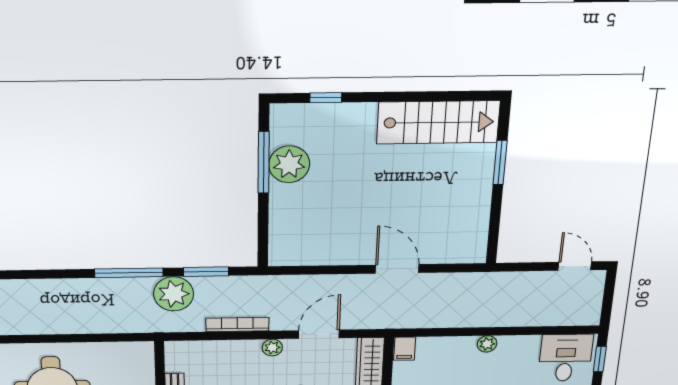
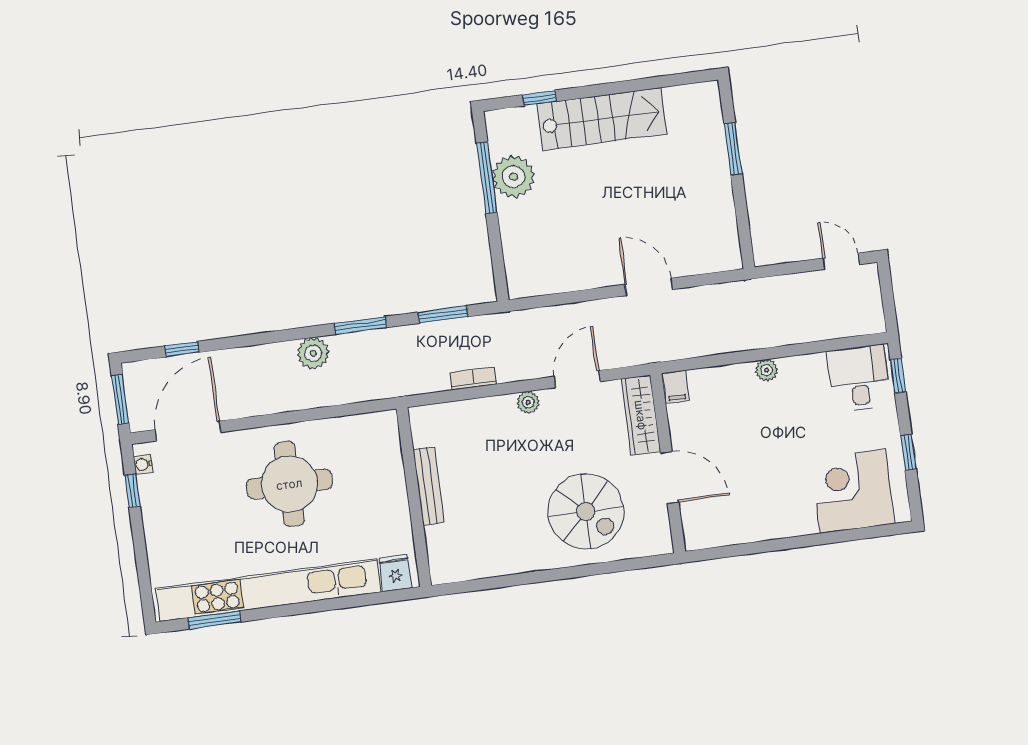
stairs: (438, 122) -> (602, 119), moved
window: (129, 273) -> (360, 325), width x0.69
plant: (174, 294) -> (313, 353), moved, width x0.73, depth x0.73
bookcase: (237, 324) -> (473, 378), width x0.64

